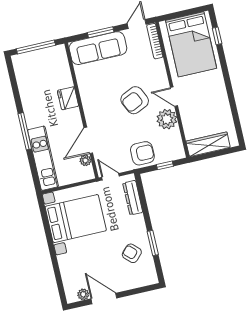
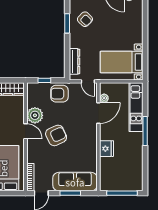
bed with nightstands: (76, 219) -> (122, 62), width x0.73

